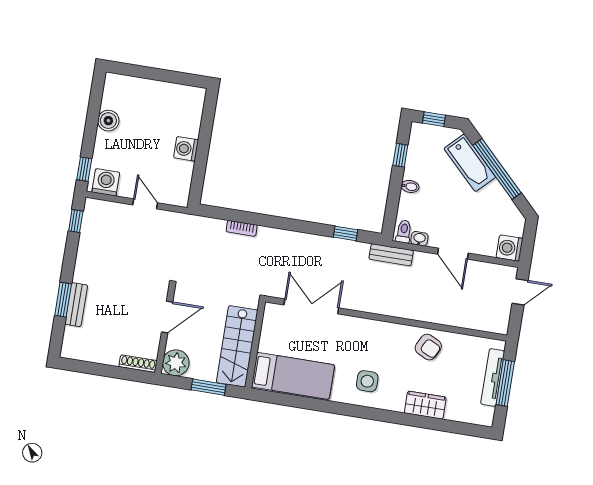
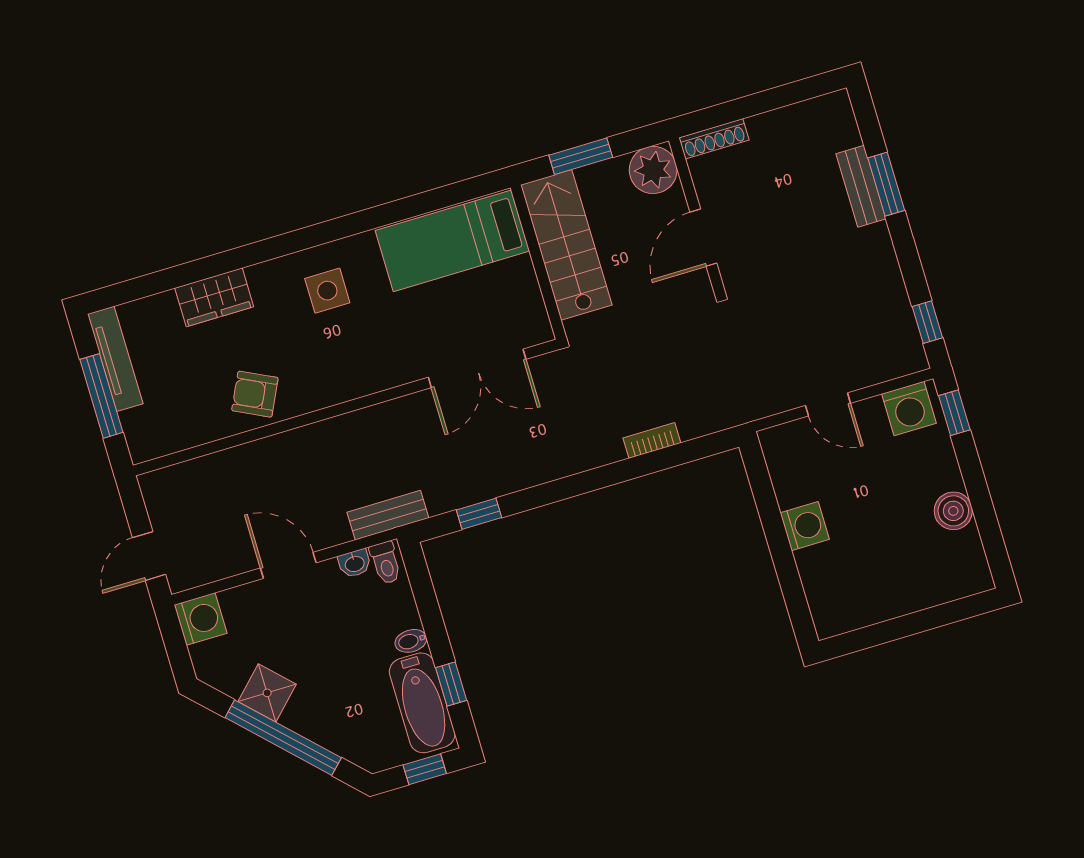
bathtub: (470, 163) -> (422, 703), moved, turned -135
shower: (494, 195) -> (267, 693), added
tv unit: (493, 378) -> (115, 359), moved

